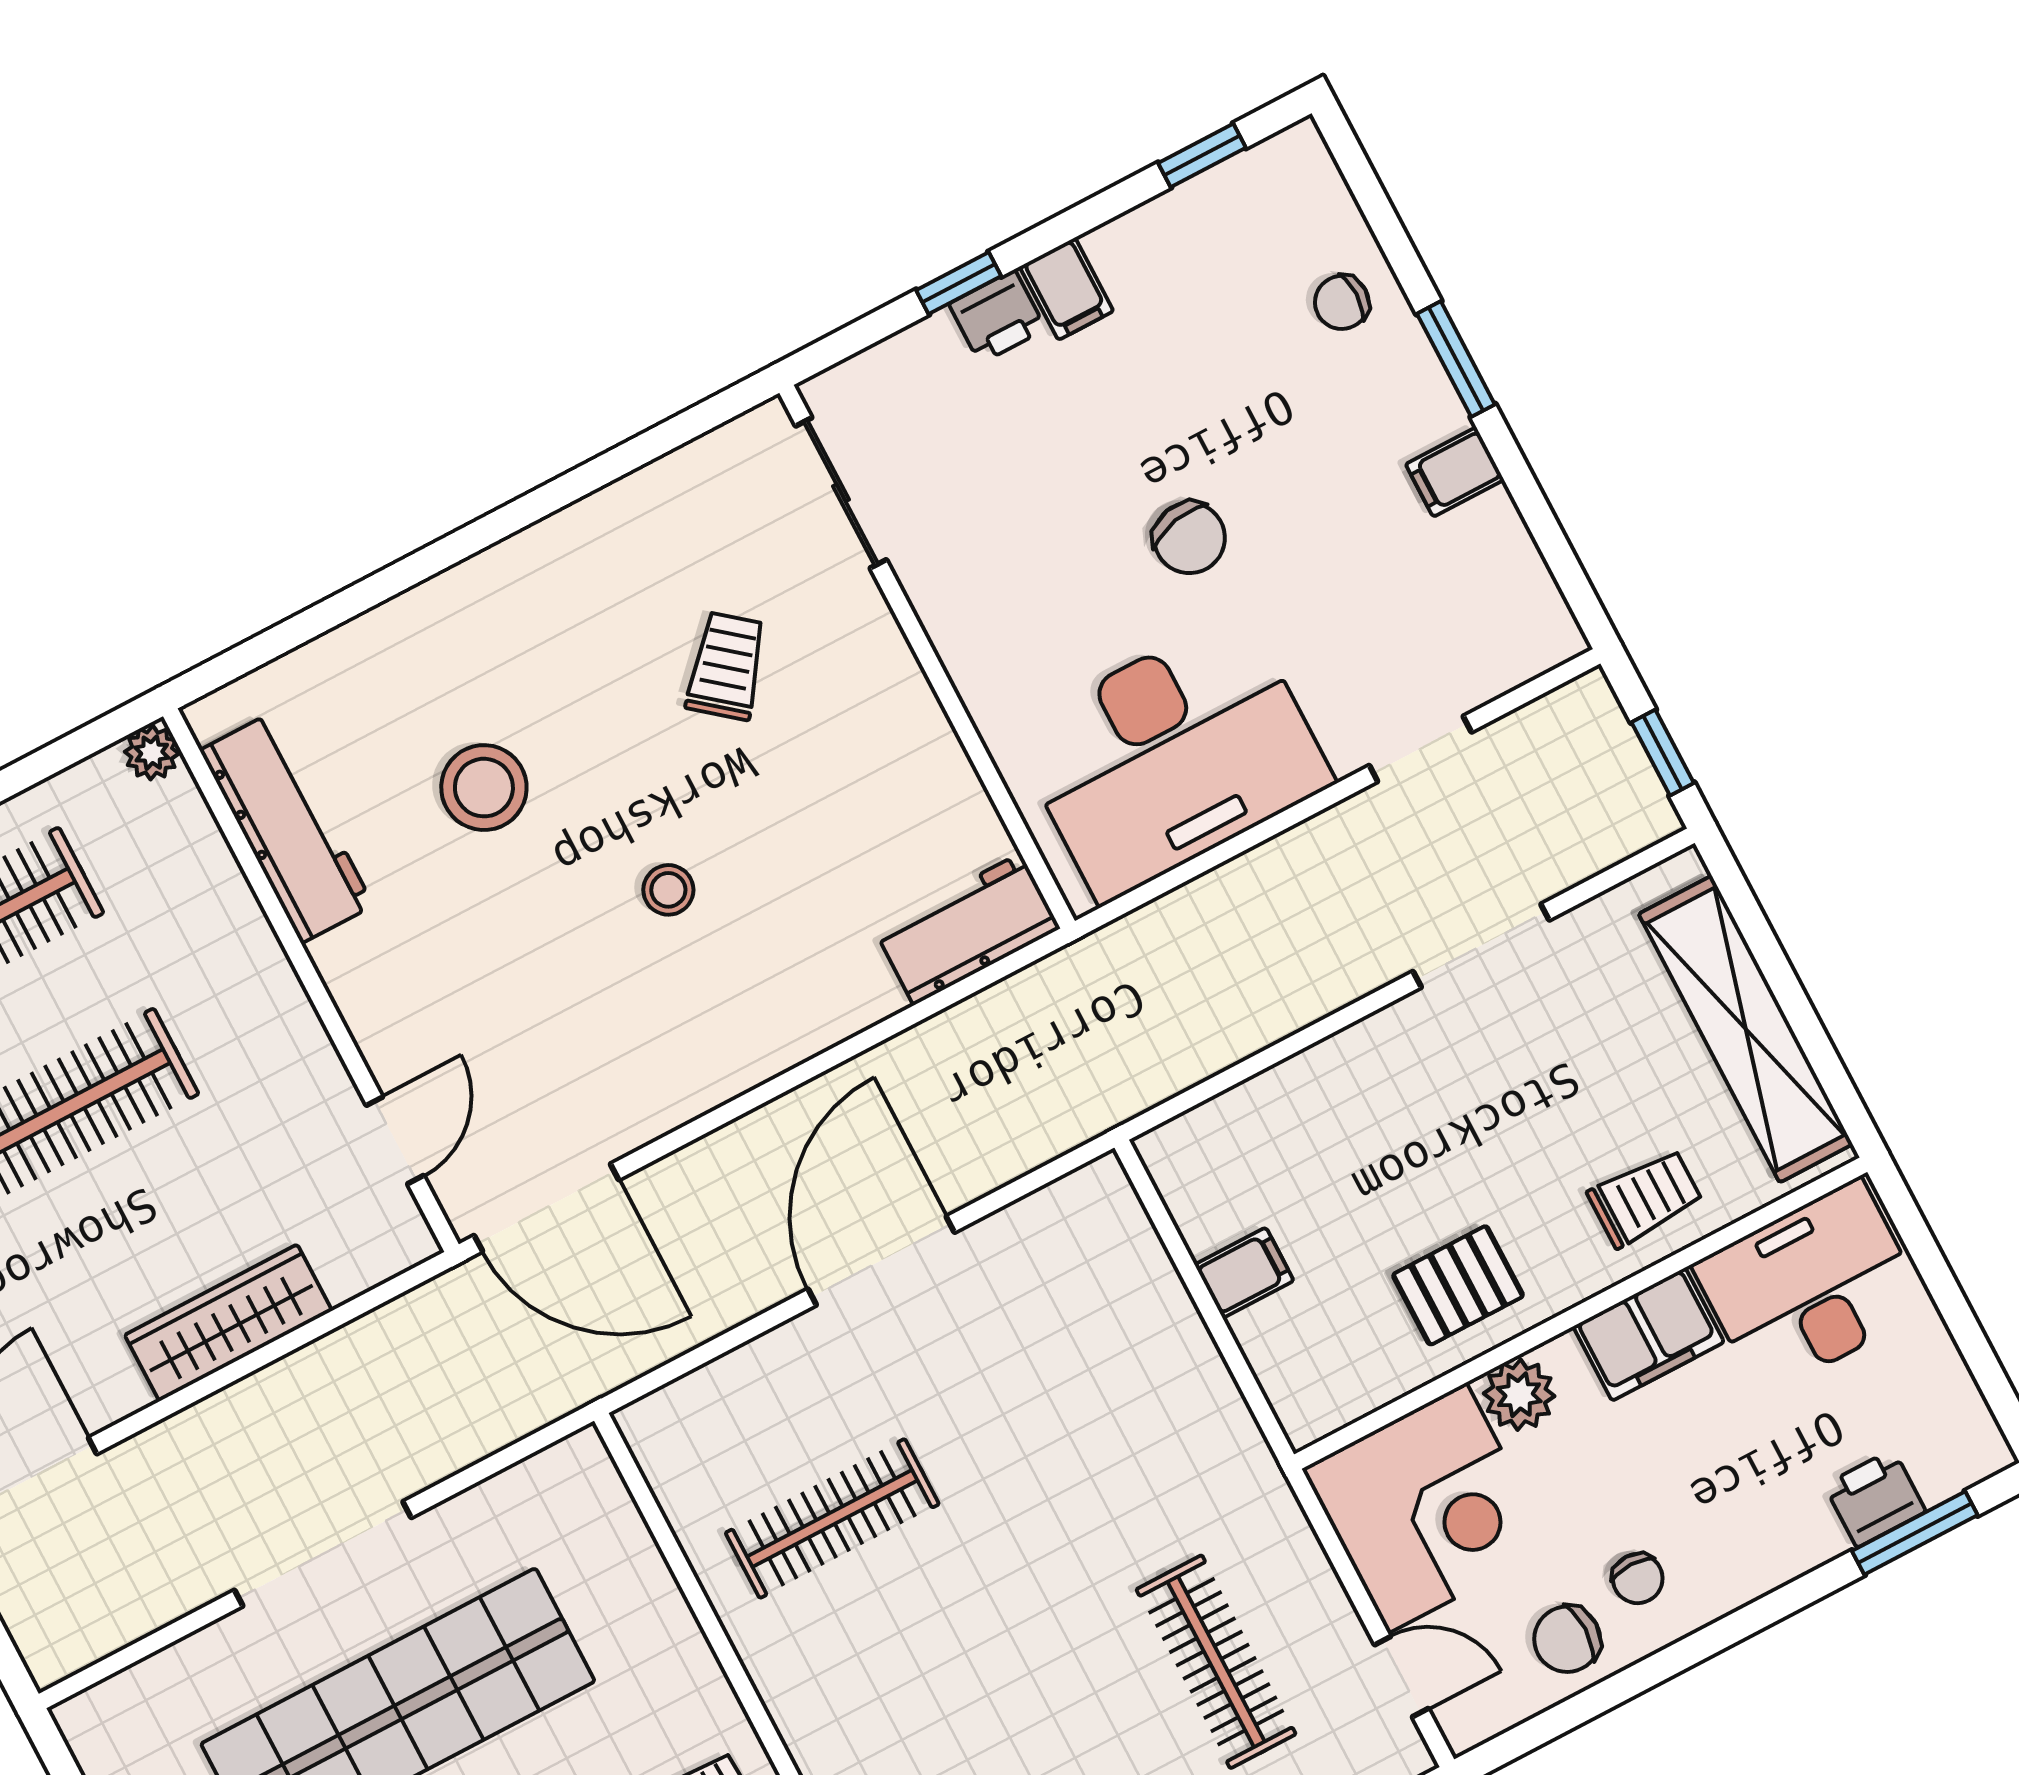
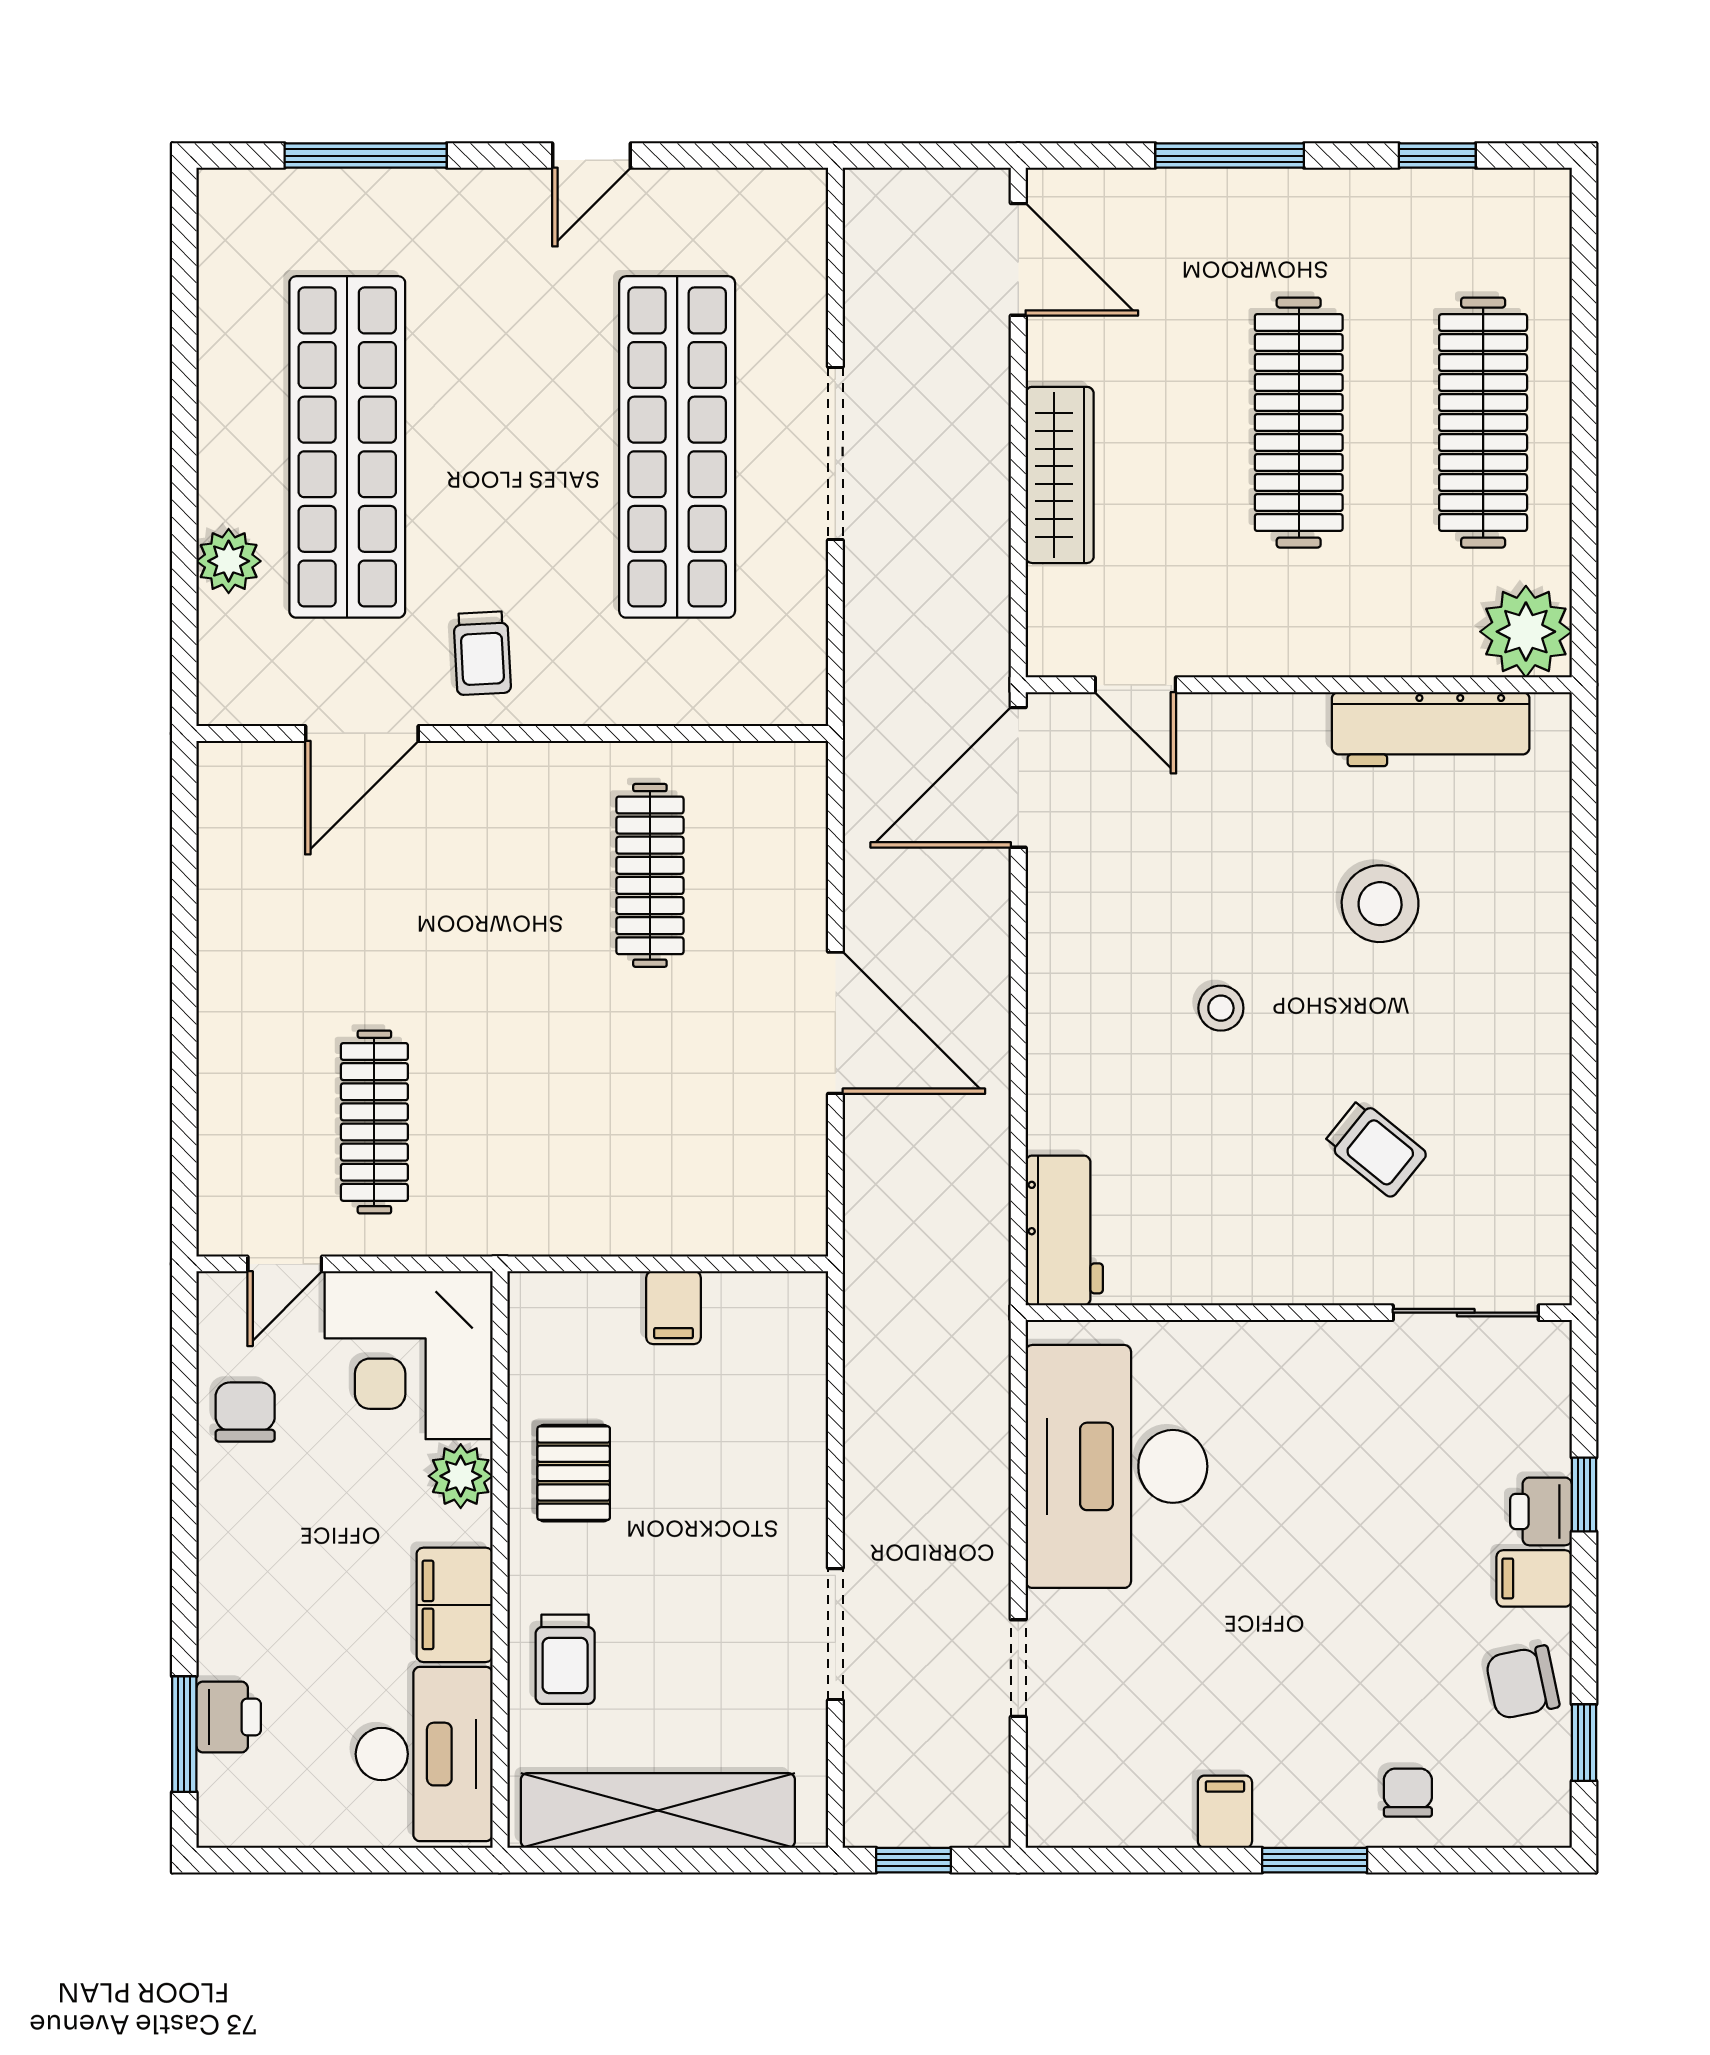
chair: (1189, 538) -> (1522, 1682), moved
plant: (152, 753) -> (1526, 632), width x1.88, depth x1.88
chair: (1638, 1579) -> (264, 1494), removed
clothes rail: (1216, 1662) -> (374, 1122), turned 90

